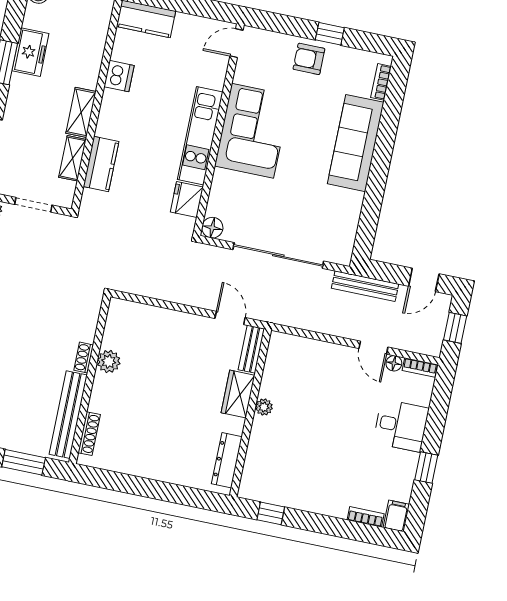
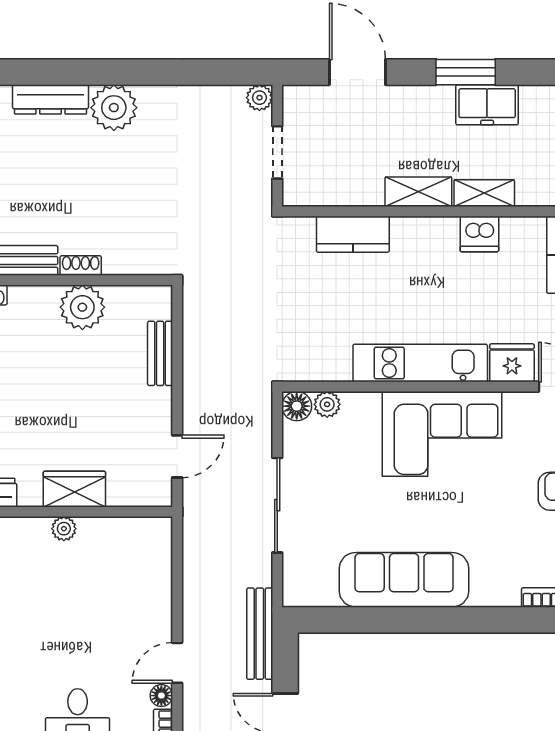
sofa: (356, 143) -> (404, 580), moved
shelving: (72, 158) -> (484, 193), moved
fridge: (187, 200) -> (512, 363), moved
plant: (216, 206) -> (327, 404), added
sliding door: (278, 255) -> (277, 505), width x0.73
bench: (251, 349) -> (160, 353), moved, turned 90
plant: (109, 361) -> (82, 307), width x1.36, depth x1.36

